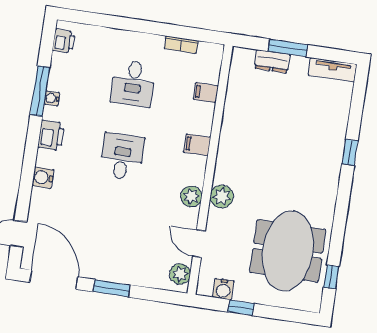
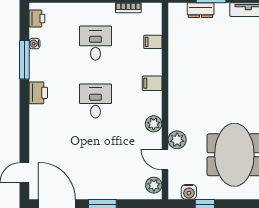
desk: (133, 83) -> (95, 43), turned 180
water cooler: (52, 98) -> (34, 44), moved
water cooler: (43, 178) -> (37, 126), removed
plant: (222, 196) -> (177, 140), moved

